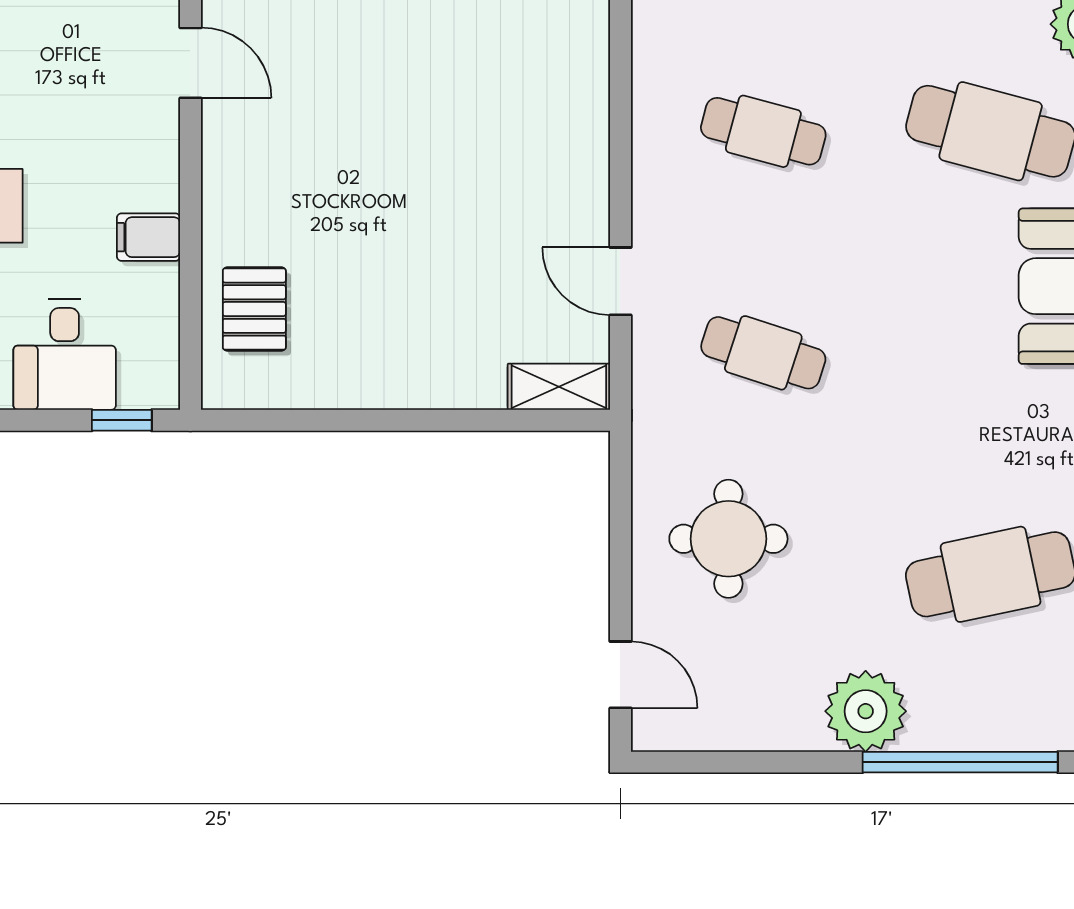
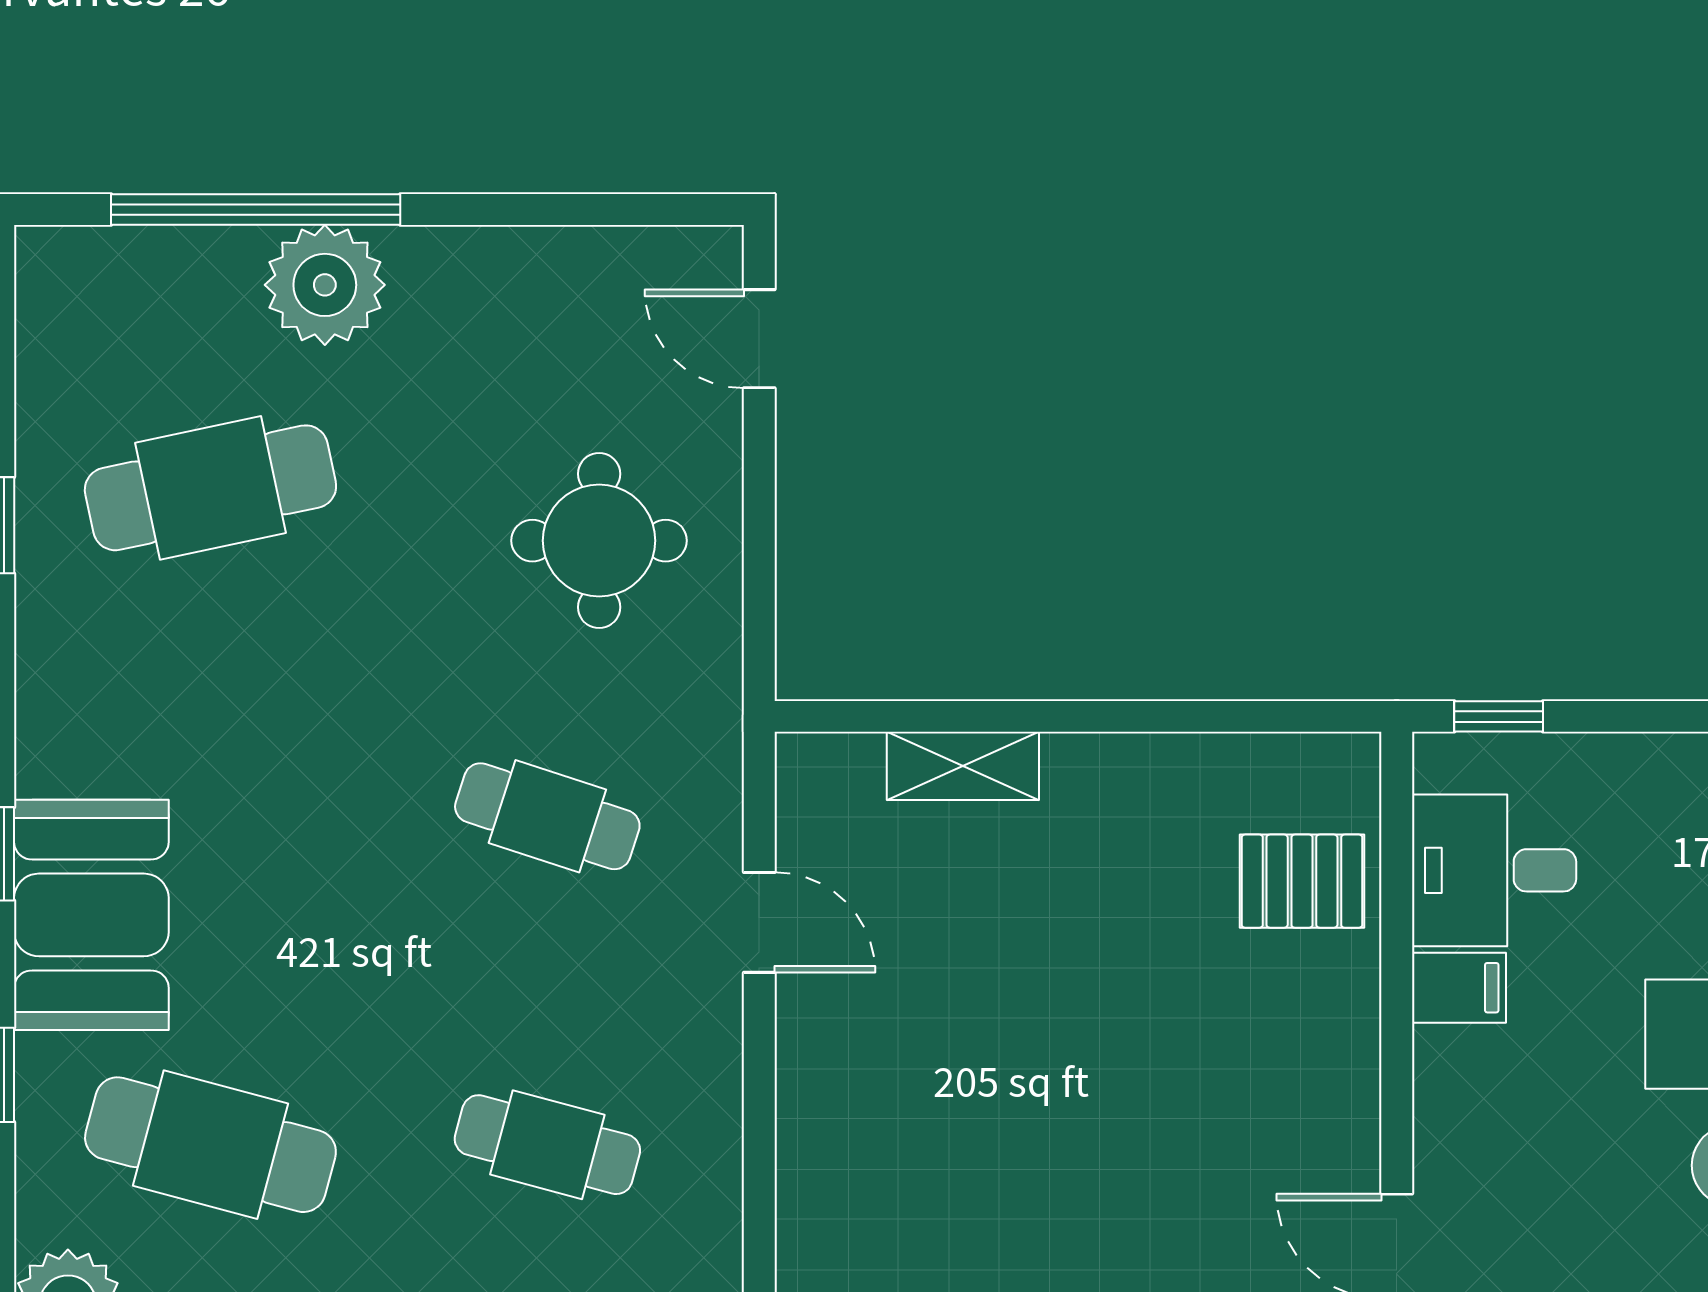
pallet: (254, 309) -> (1302, 881), turned 90
desk: (65, 354) -> (1494, 870), moved, turned -90
shelving: (559, 387) -> (963, 766), moved
plant: (866, 711) -> (325, 285), moved

